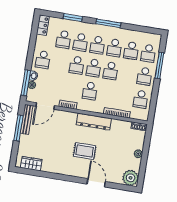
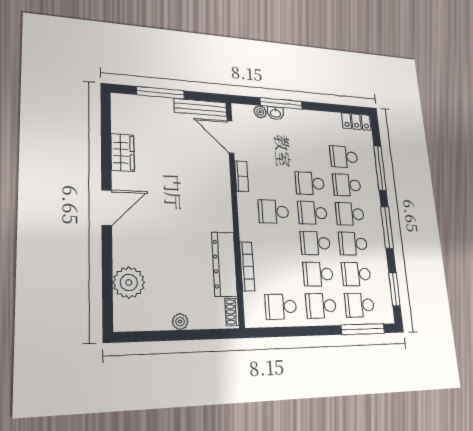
window: (73, 18) -> (380, 168), width x1.44
window: (144, 29) -> (394, 289), added
school desk: (43, 60) -> (318, 274), moved
window: (159, 65) -> (363, 329), moved
window: (26, 83) -> (281, 103), moved
dresser: (94, 122) -> (224, 264), moved
window: (18, 128) -> (161, 93), moved
rug: (85, 151) -> (165, 217), removed
wardrobe: (31, 164) -> (123, 153), moved
plant: (131, 178) -> (129, 283), moved
door: (96, 183) -> (107, 207), moved

